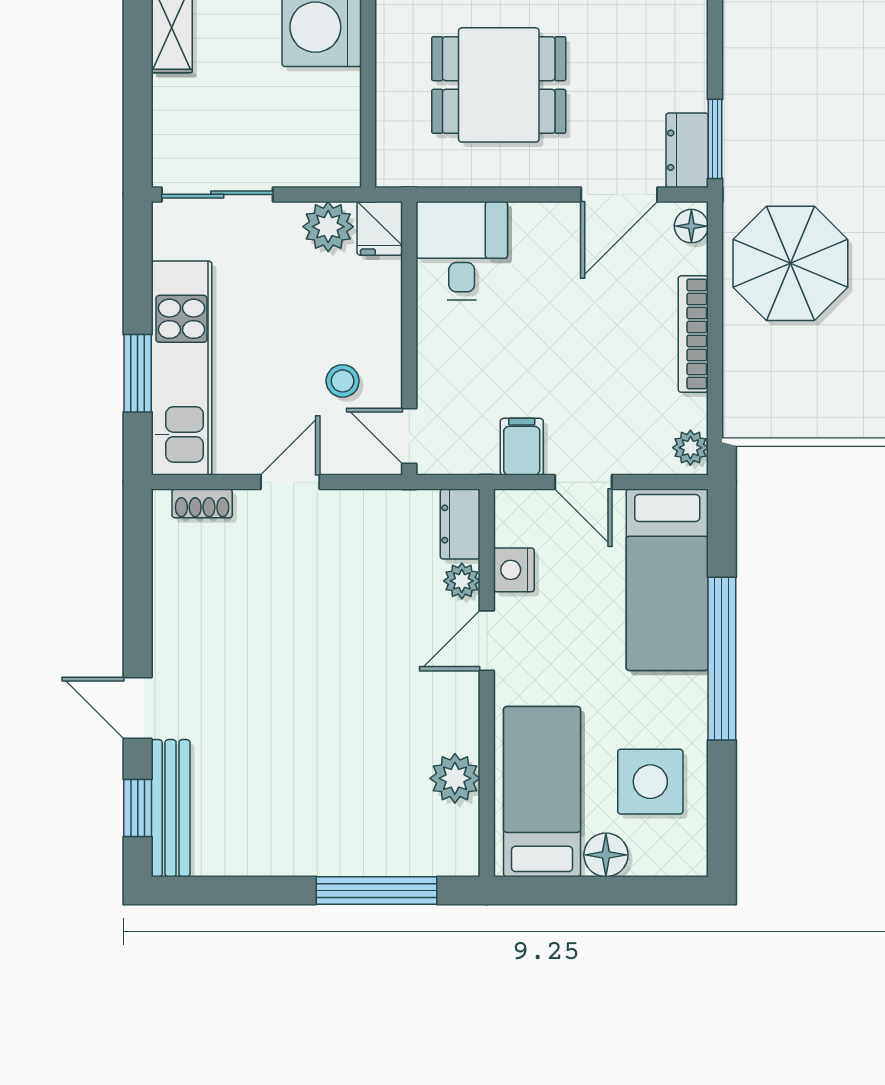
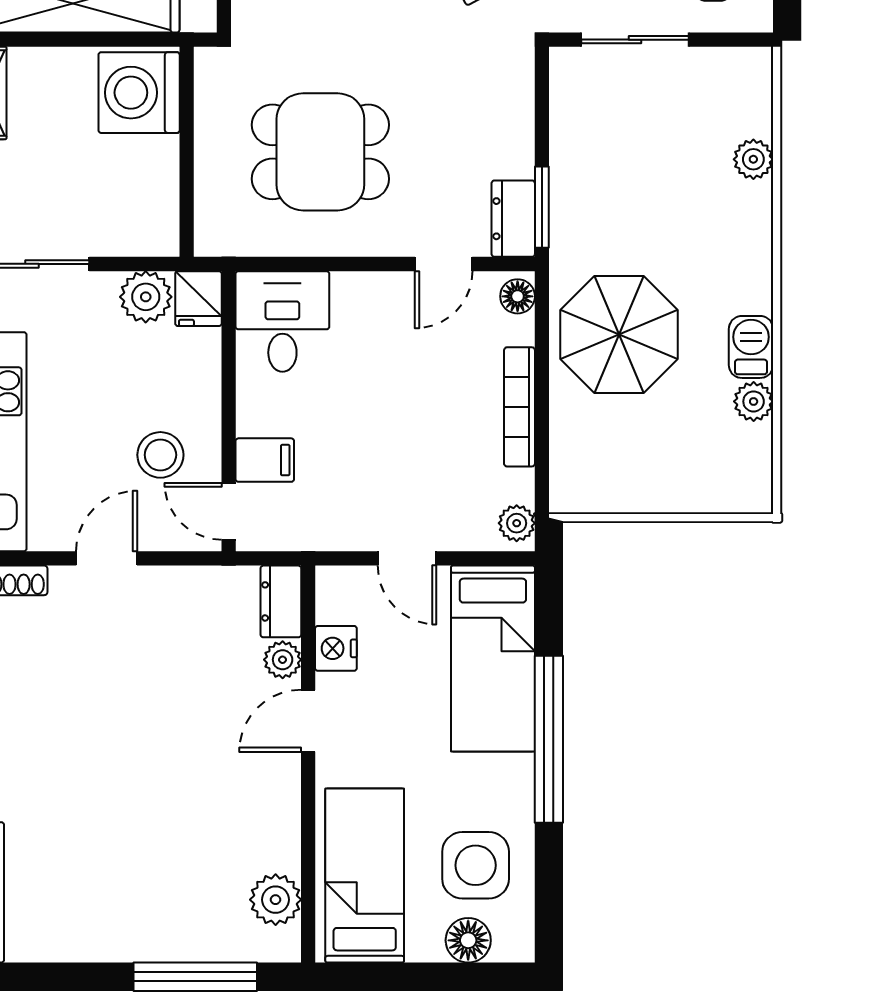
door: (619, 194) -> (444, 264), width x0.73
stool: (343, 381) -> (160, 455), width x1.37, depth x1.37
filing cabinet: (522, 447) -> (265, 460), moved, turned 90
plant: (455, 778) -> (276, 900), moved
floor lamp: (606, 855) -> (468, 940), moved

